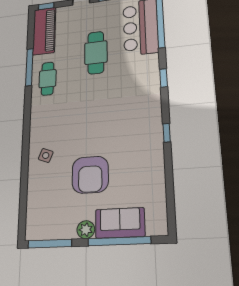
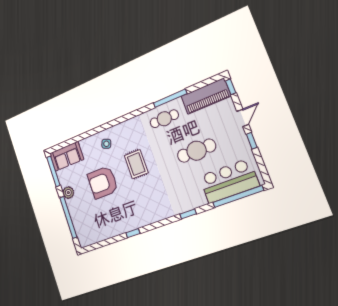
rug: (84, 124) -> (136, 164), added
window: (167, 133) -> (133, 233), moved
sofa: (120, 223) -> (67, 156), moved, turned 90

